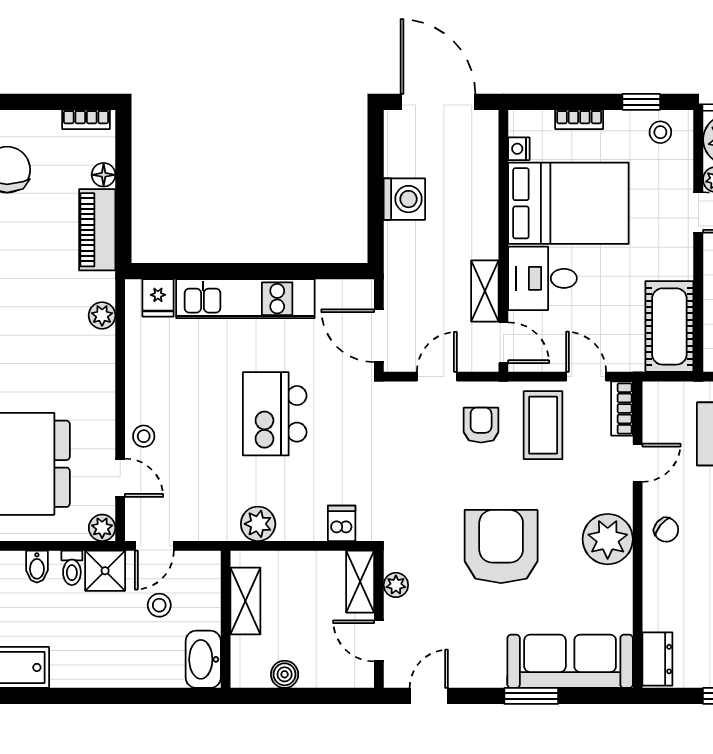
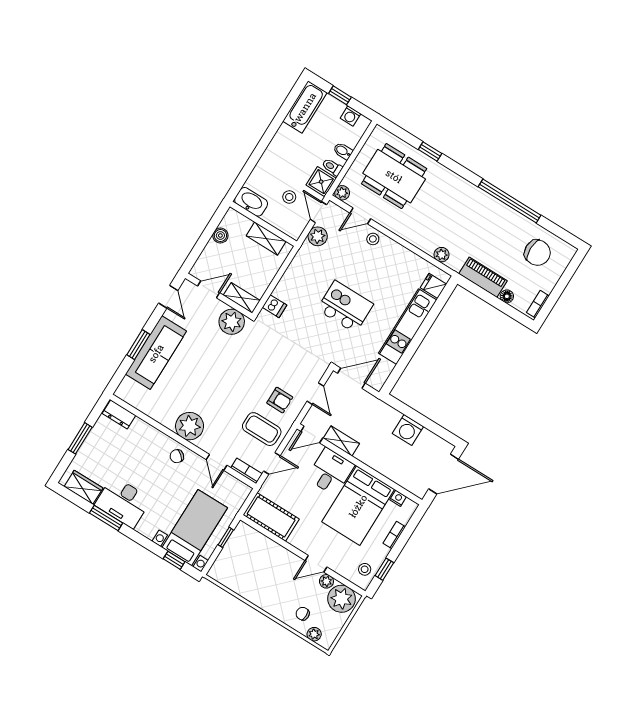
plant: (258, 524) -> (318, 236), moved
armchair: (501, 547) -> (217, 374), removed
plant: (396, 585) -> (232, 322), width x1.88, depth x1.88
sofa: (570, 661) -> (156, 353), moved

